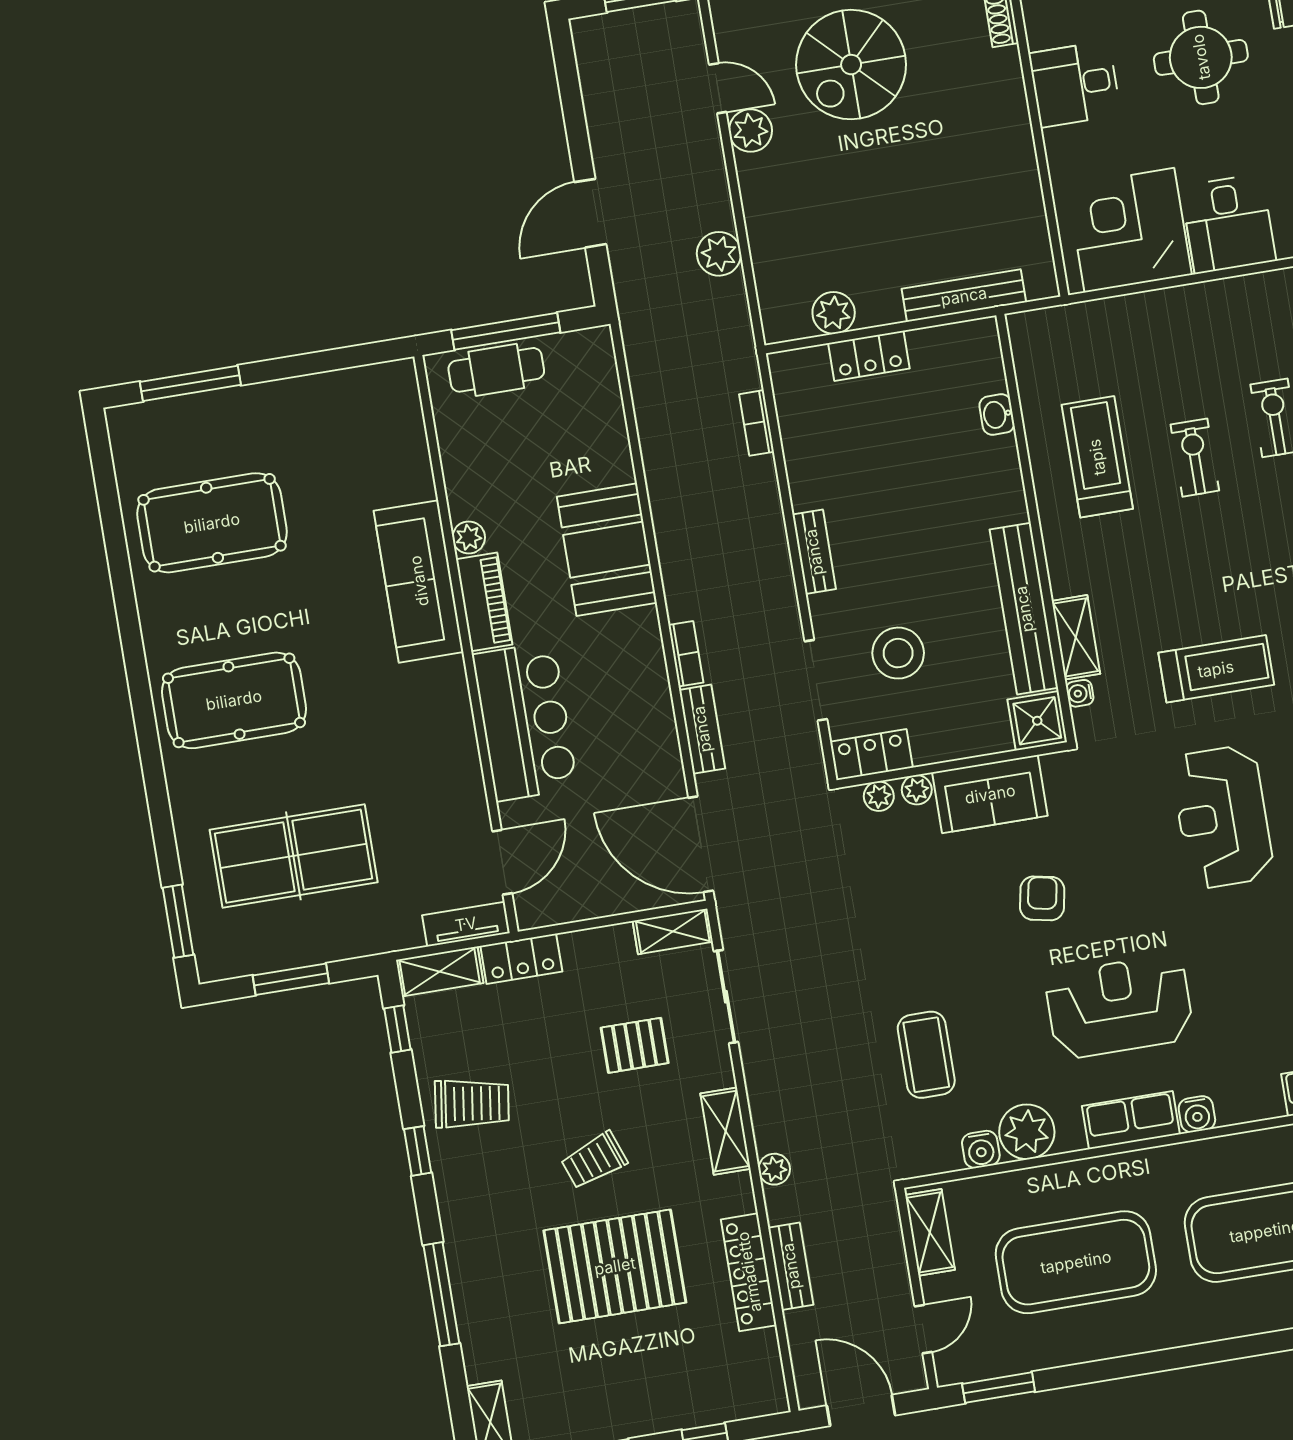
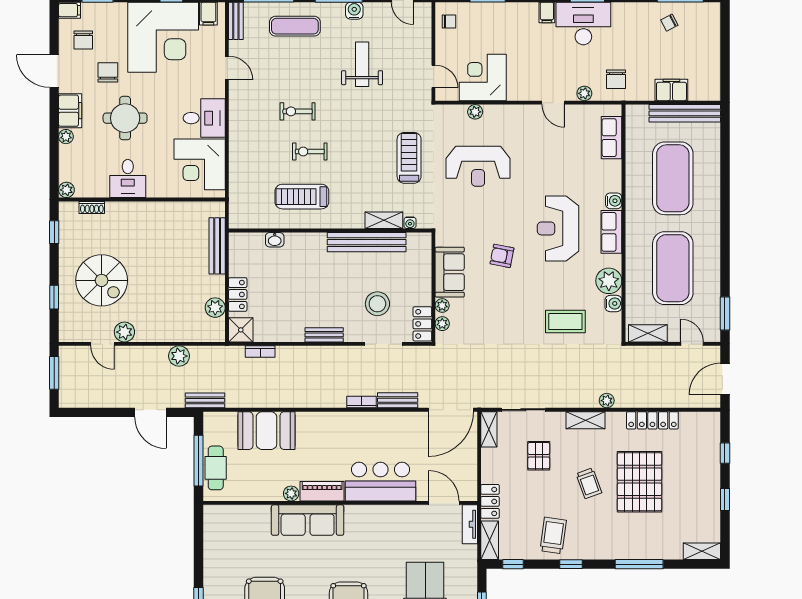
door: (718, 88) -> (102, 344), swing flipped
booth: (607, 550) -> (266, 431), moved
shower: (1037, 721) -> (241, 330), moved
bench: (791, 1266) -> (205, 400), moved

